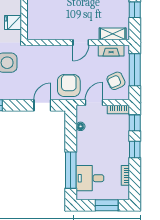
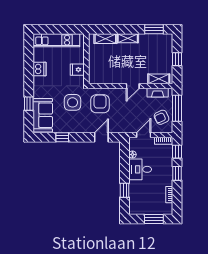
armchair: (69, 86) -> (100, 104), moved
window: (71, 170) -> (125, 190), width x0.46
desk: (90, 178) -> (140, 169), moved

